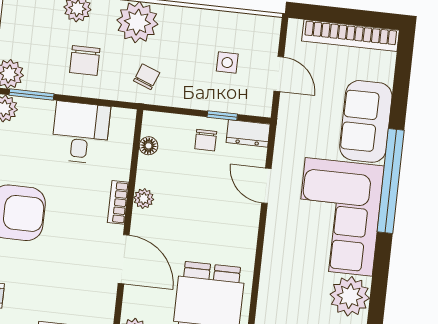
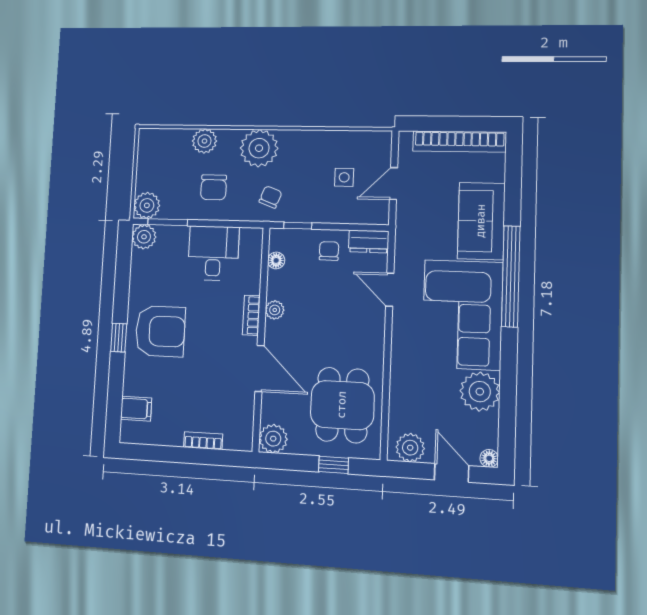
door: (279, 74) -> (394, 184), swing flipped
window: (222, 116) -> (298, 226), moved
chair: (206, 140) -> (329, 251), turned 180

